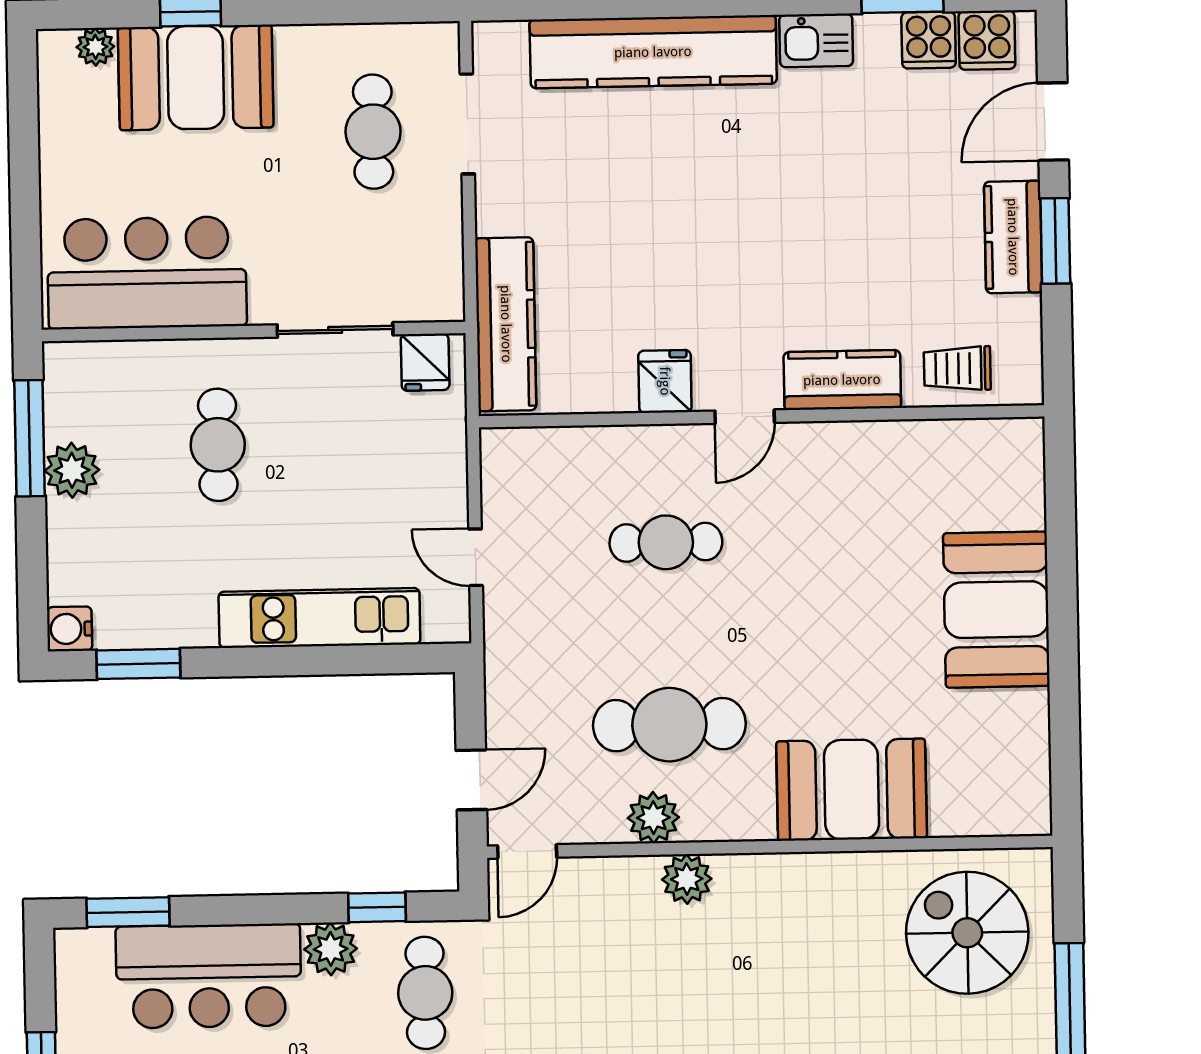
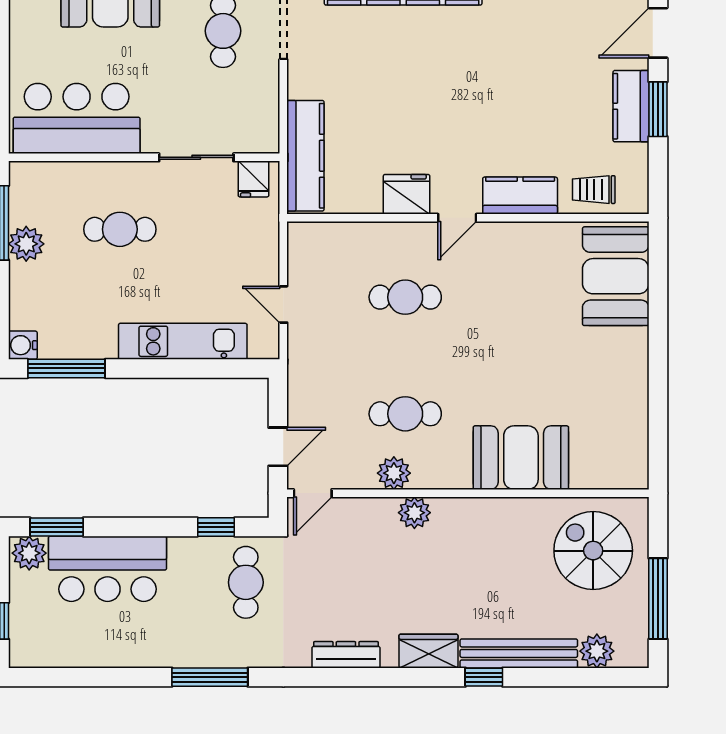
fridge: (665, 381) -> (407, 194), width x1.38
cafe table: (218, 445) -> (120, 229), turned 90
booth: (996, 610) -> (616, 276), moved
window: (138, 664) -> (66, 368), width x1.44
cafe table: (669, 725) -> (405, 414), width x0.73, depth x0.74
plant: (331, 949) -> (29, 553), moved

